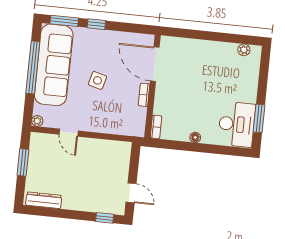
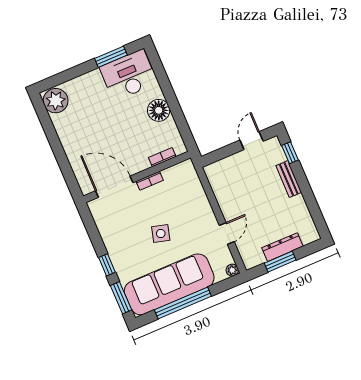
plant: (244, 50) -> (56, 101), width x1.87, depth x1.87
door: (155, 64) -> (114, 187), swing flipped
bookcase: (156, 127) -> (162, 157), moved
floor lamp: (195, 137) -> (159, 110), width x1.89, depth x1.89
dresser: (44, 200) -> (282, 247), moved, turned 90
bench: (84, 205) -> (289, 179), added

